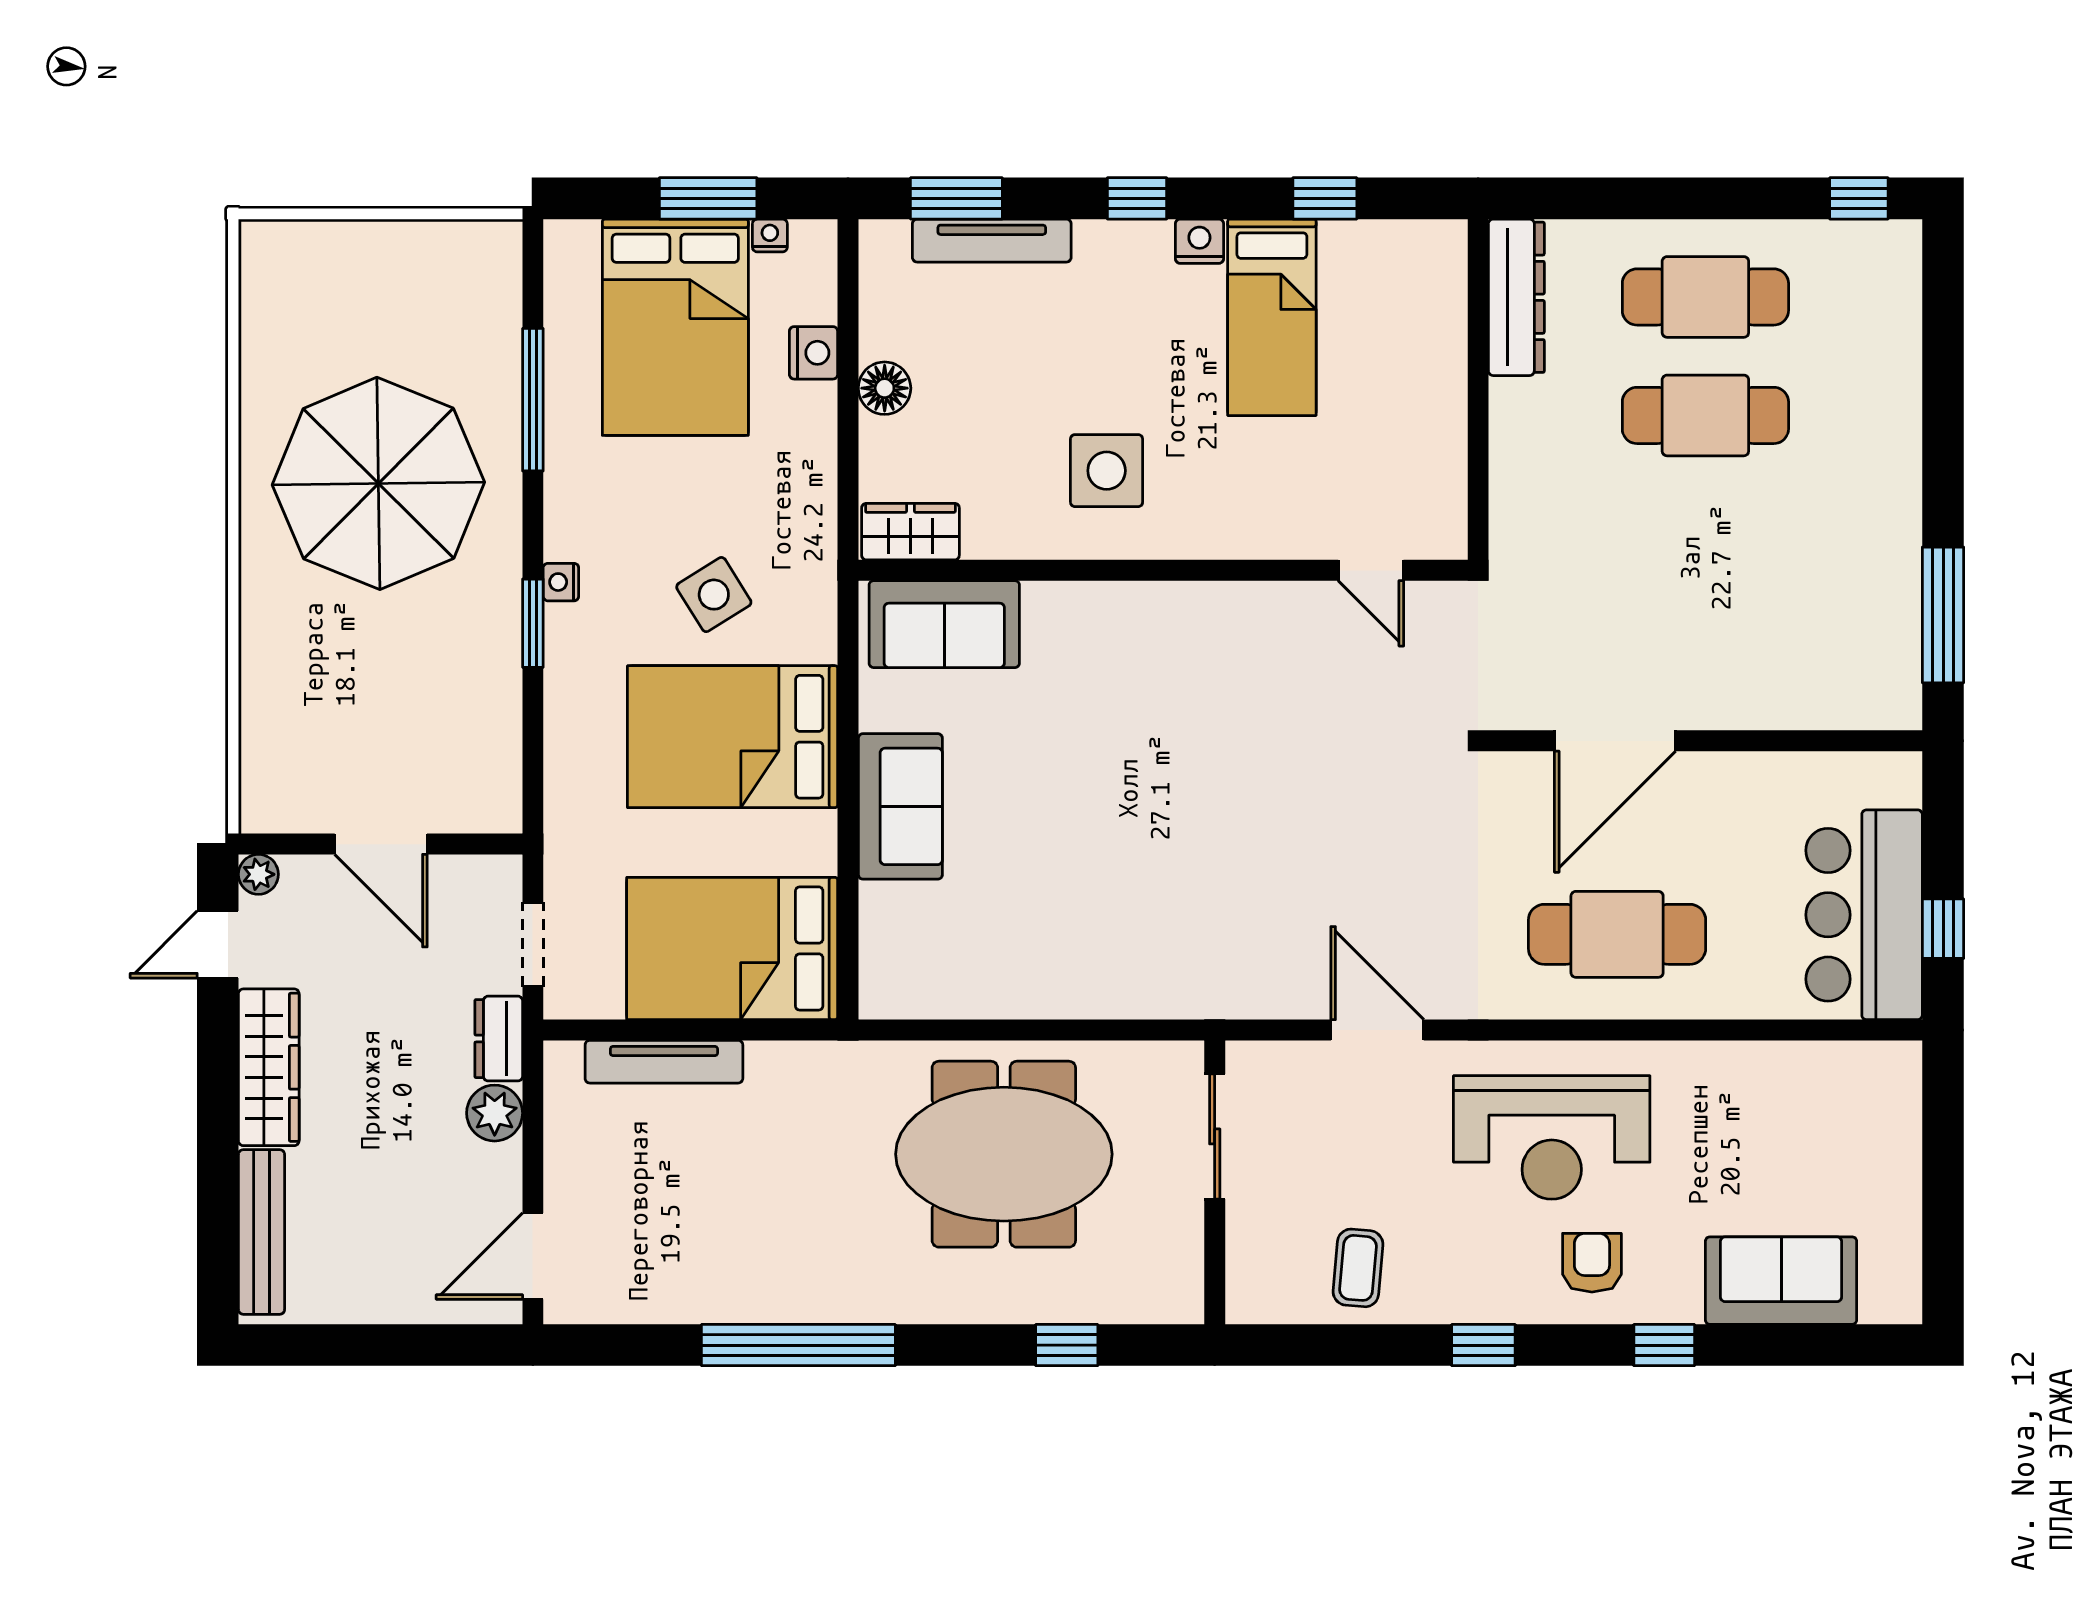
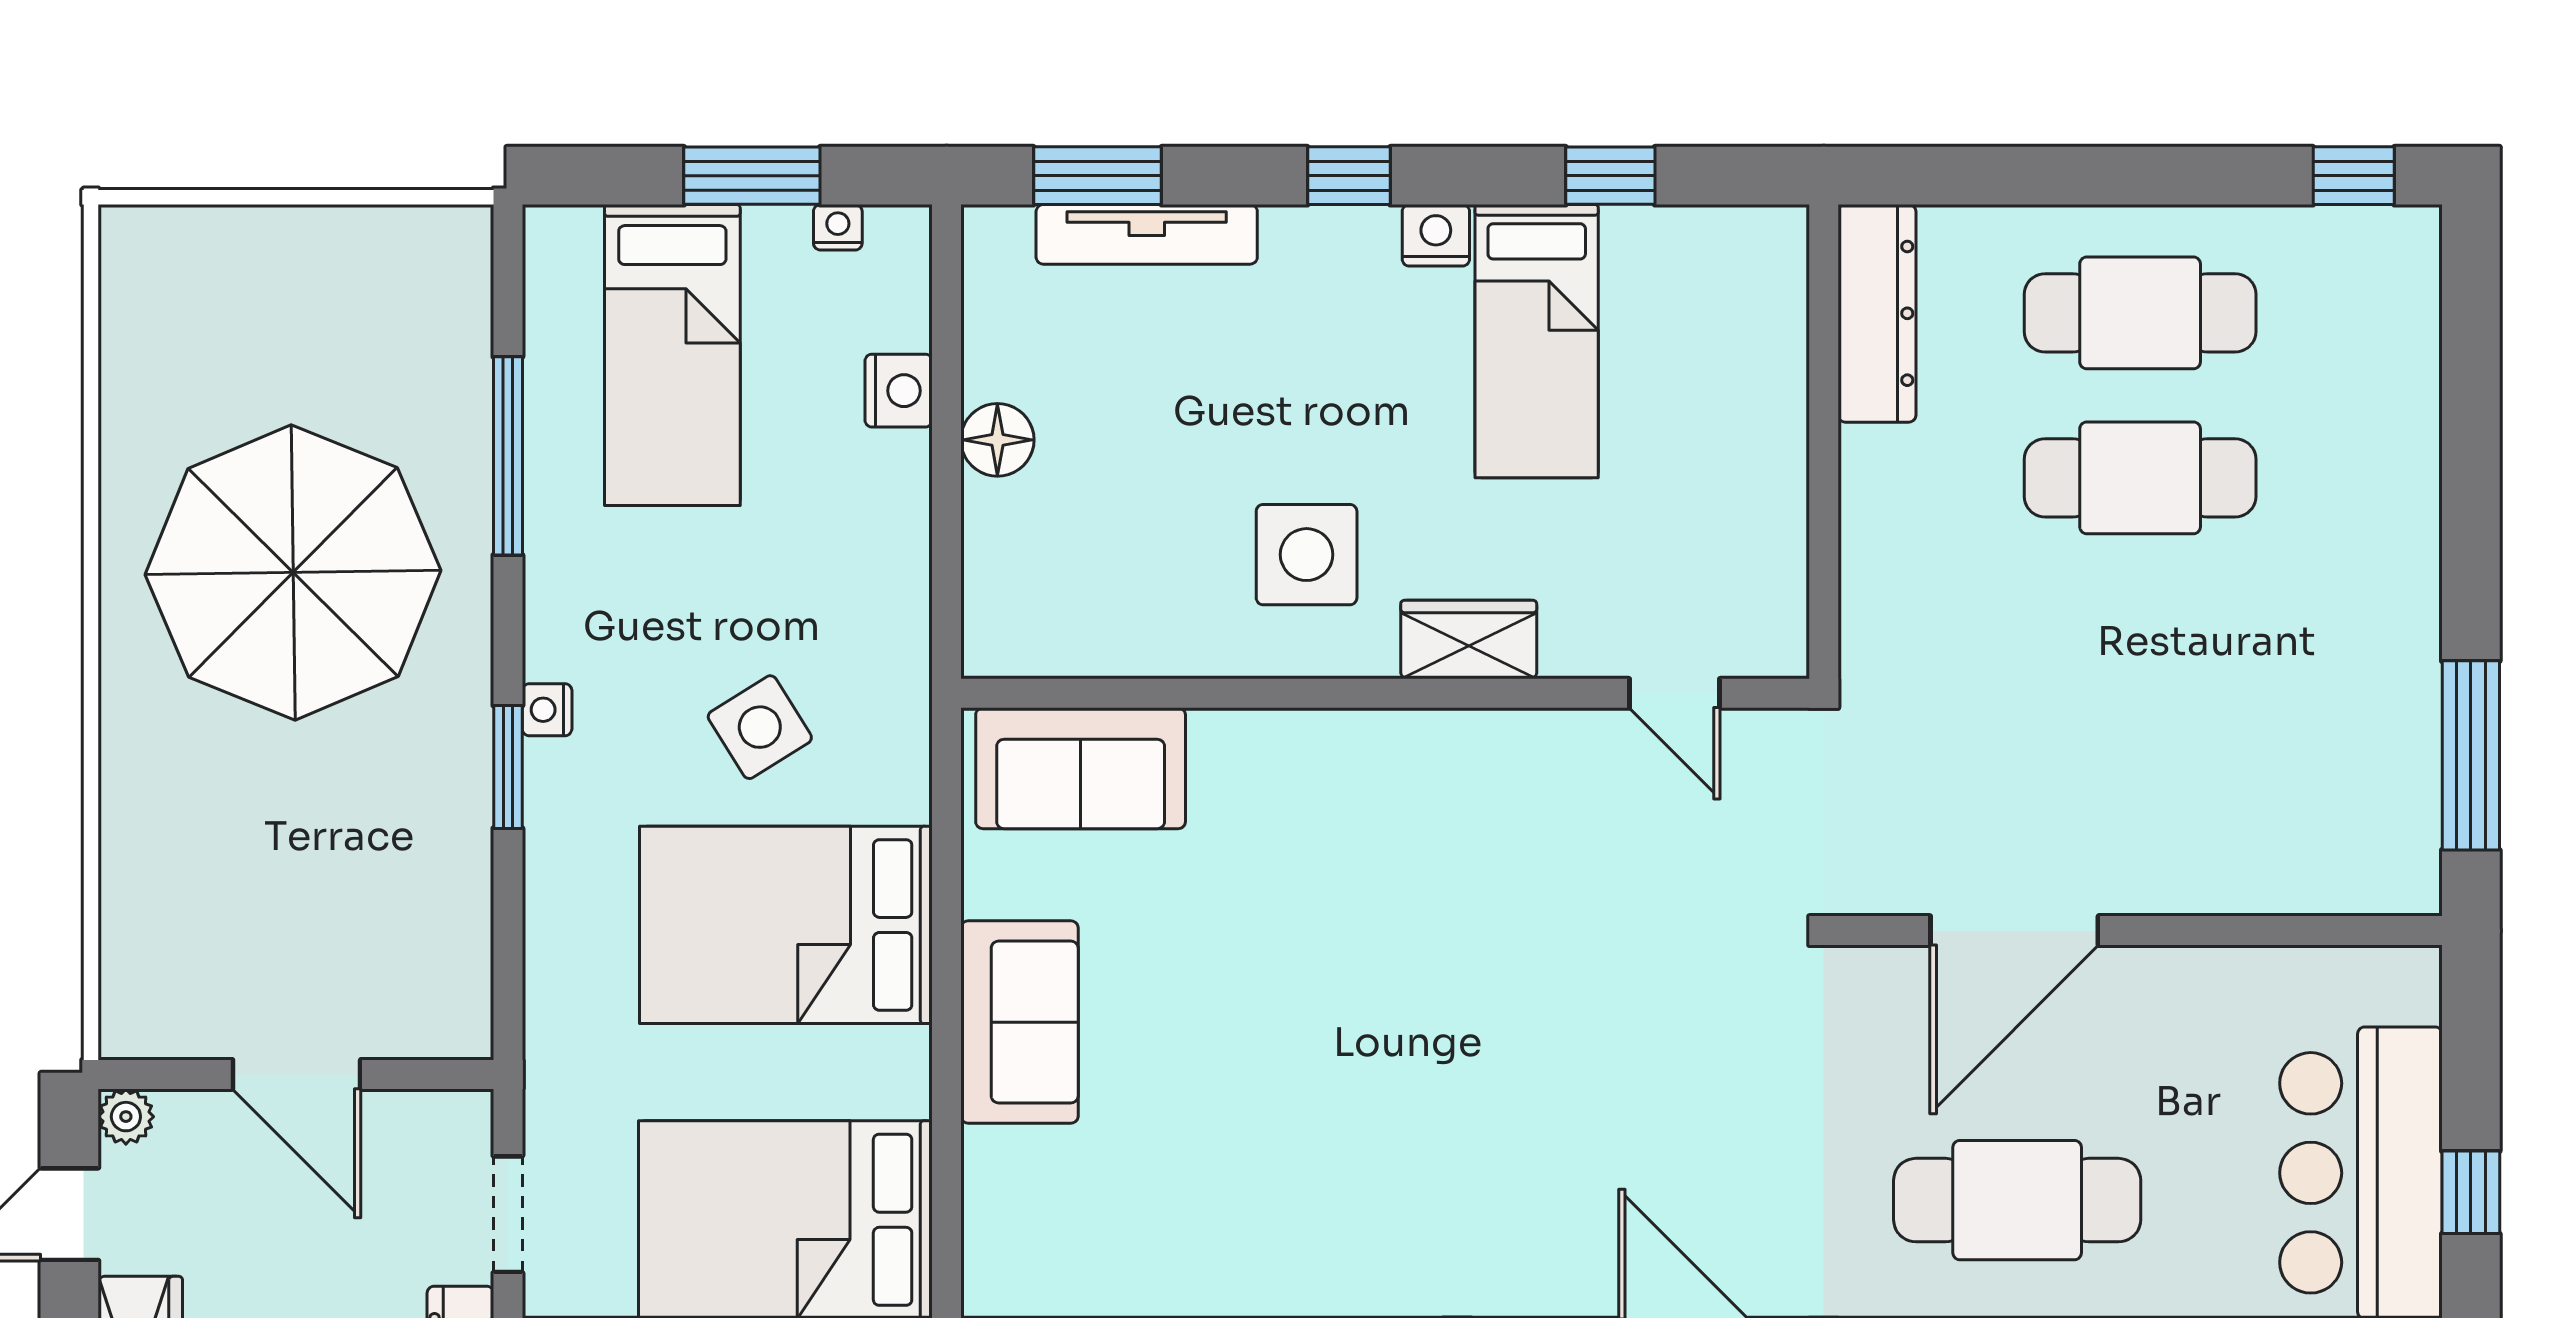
bed: (675, 327) -> (672, 355), width x0.67
wardrobe: (910, 532) -> (1469, 640), moved

